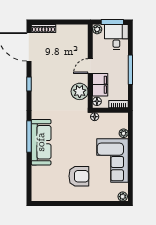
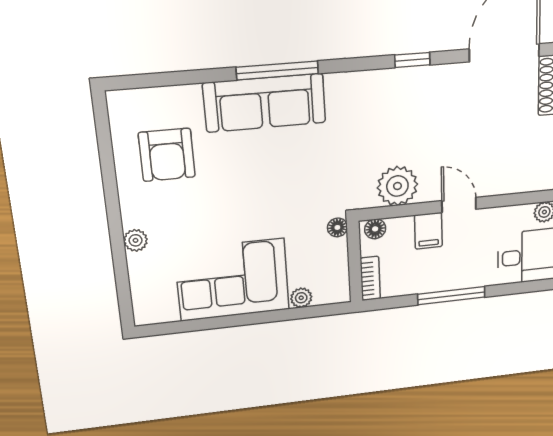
filing cabinet: (100, 85) -> (428, 231), width x0.50
armchair: (79, 176) -> (167, 155), moved
plant: (123, 197) -> (135, 240), moved

